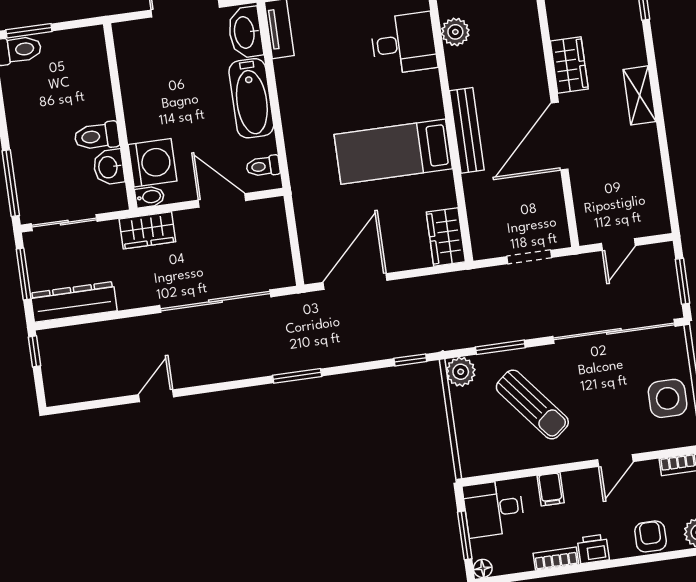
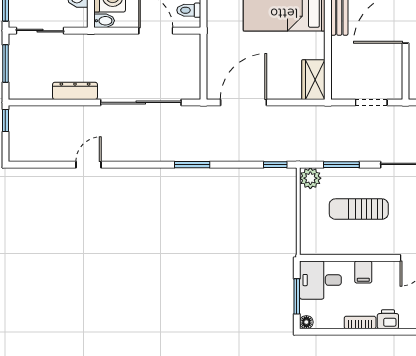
wardrobe: (147, 230) -> (99, 45), removed
dresser: (74, 302) -> (75, 91), moved, width x0.73, depth x0.80
sun lounger: (532, 404) -> (359, 209), turned 129

